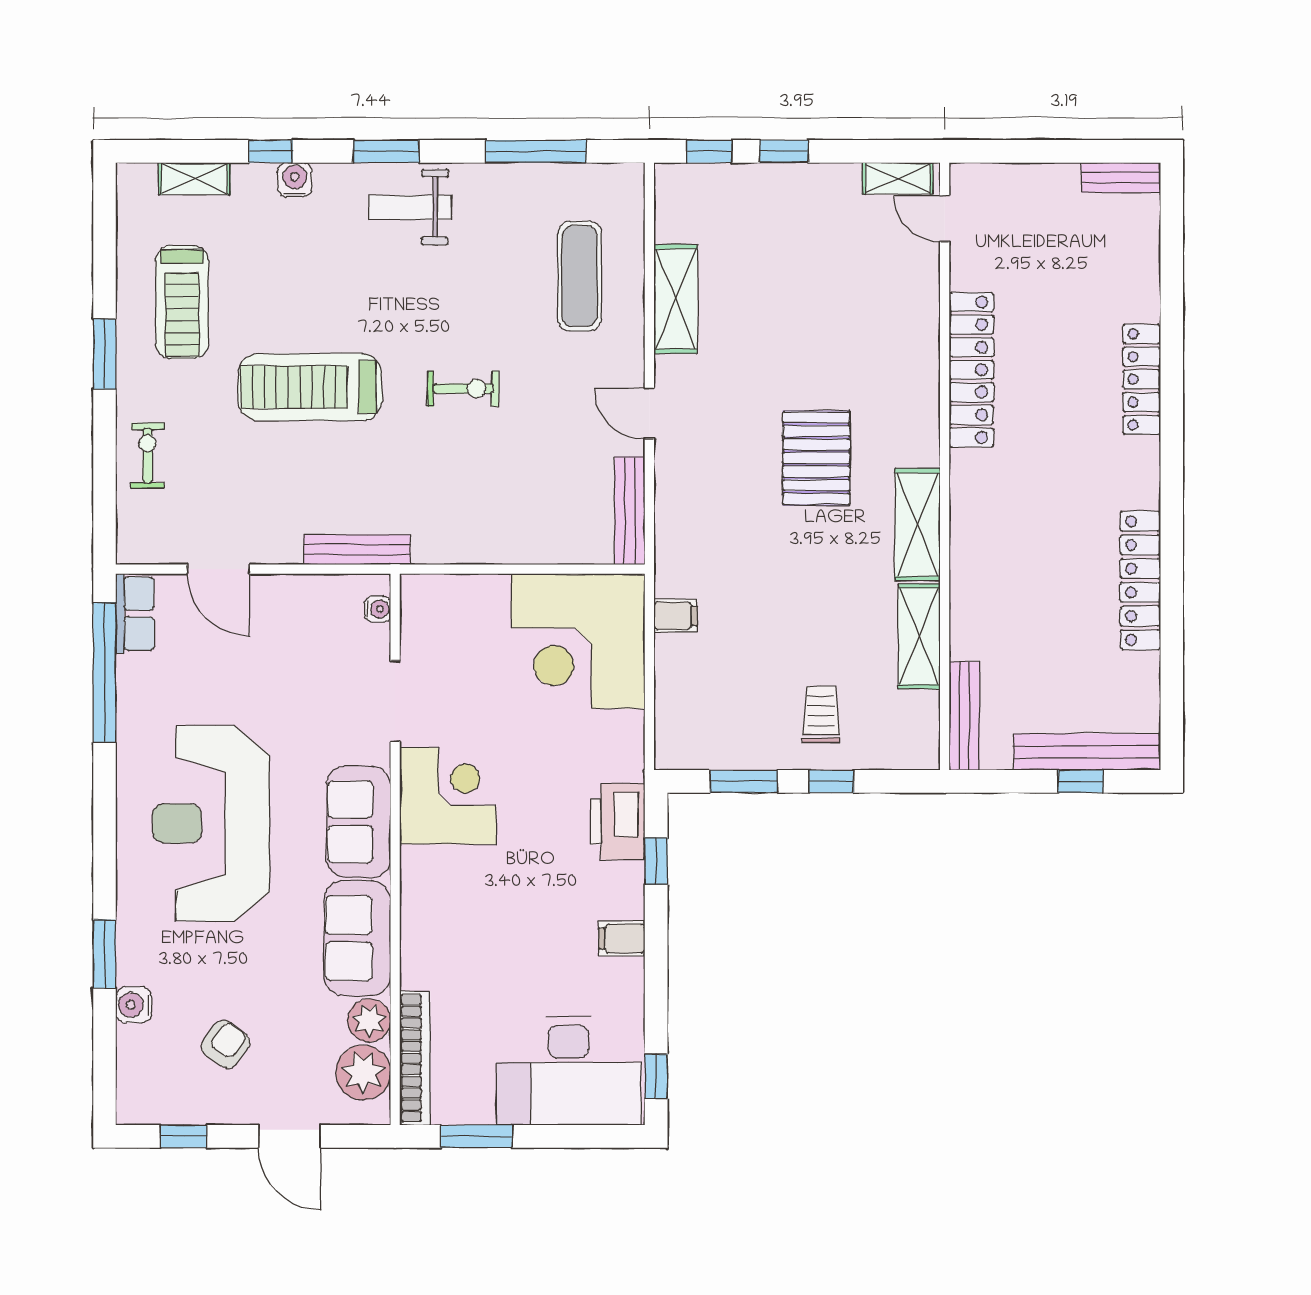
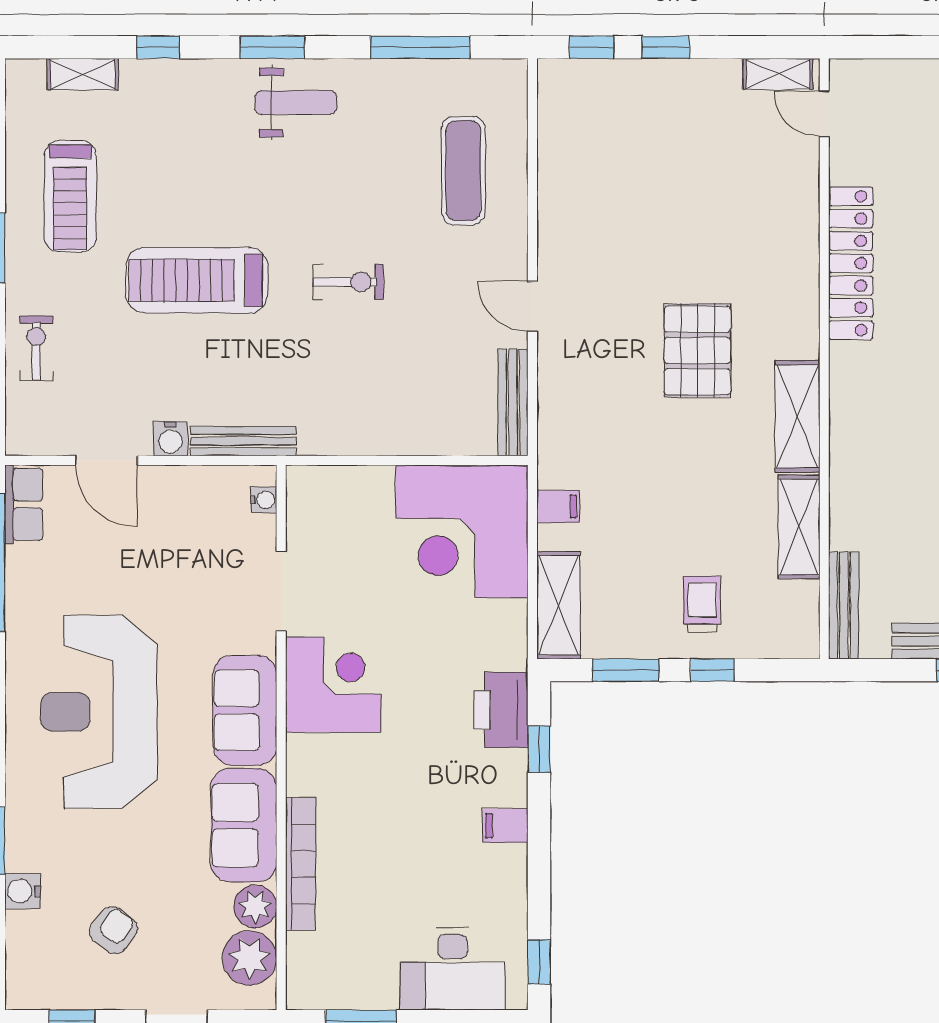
water cooler: (295, 180) -> (170, 439), moved, turned 180
weight bench: (410, 207) -> (296, 103), turned 180
shelving: (676, 299) -> (558, 605), moved
bookcase: (415, 1058) -> (301, 864), moved
desk: (569, 1071) -> (452, 969), width x0.73, depth x0.77

